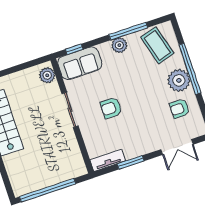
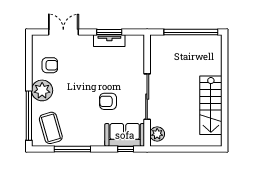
plant: (119, 45) -> (84, 139), removed
window: (190, 69) -> (29, 116), moved
armchair: (111, 108) -> (108, 101), moved, turned 180
sliding door: (70, 110) -> (147, 97), width x1.37
tv unit: (108, 160) -> (109, 41), moved

